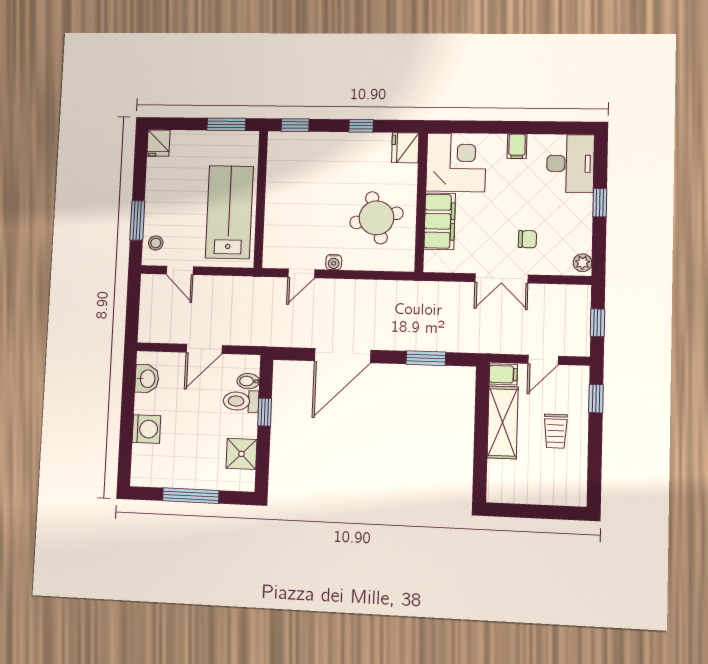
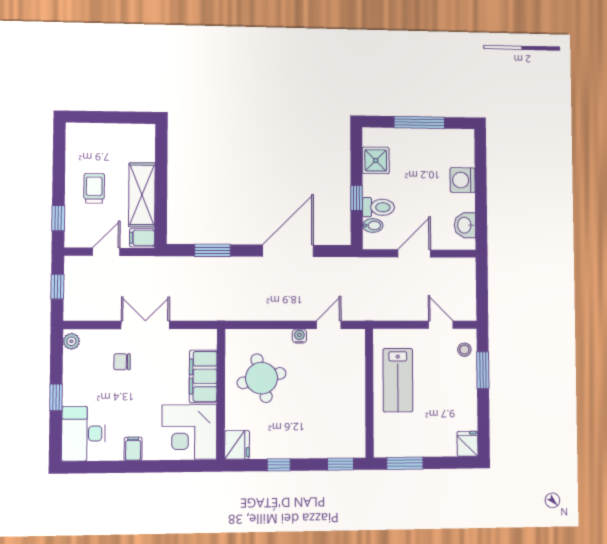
lab bench: (229, 212) -> (398, 380), width x0.73, depth x0.72

